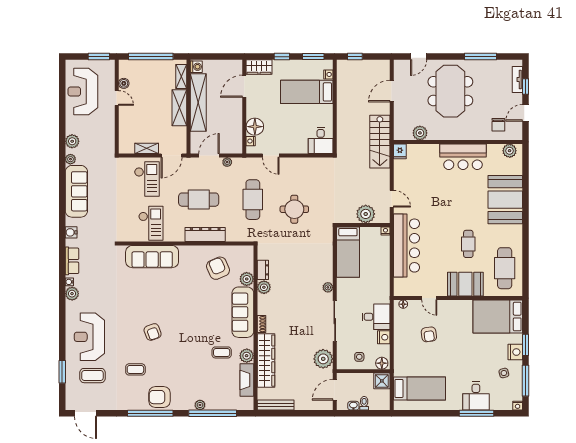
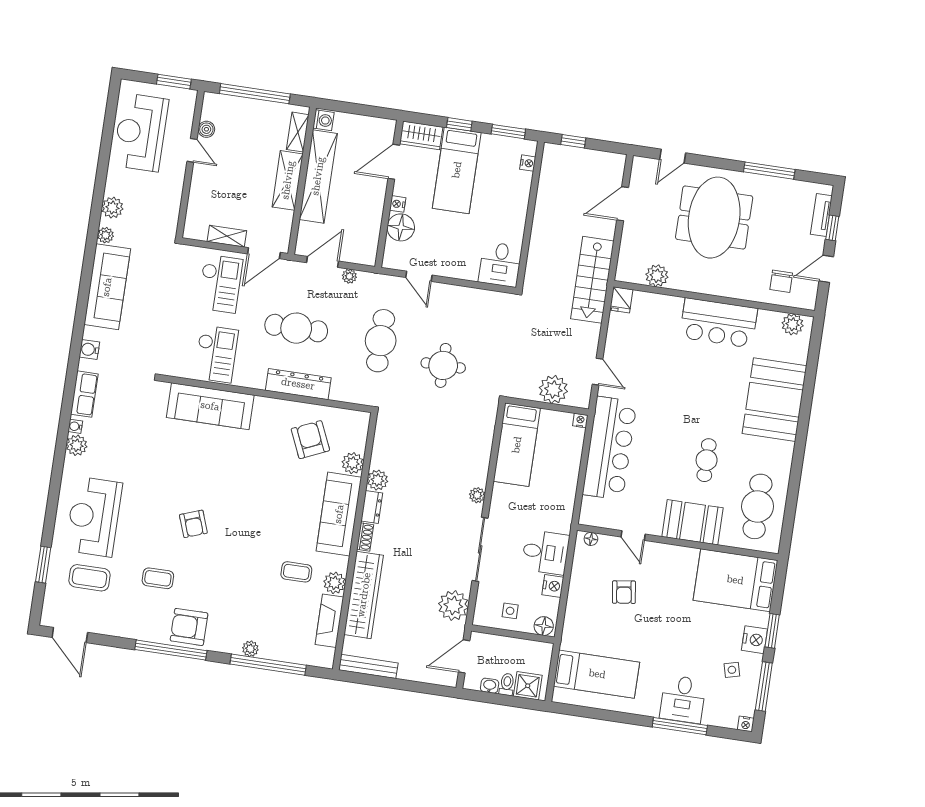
bed: (307, 92) -> (457, 170), moved, turned -90
nightstand: (251, 141) -> (398, 204), moved
dresser: (263, 270) -> (372, 507), moved
shower: (382, 381) -> (528, 686), moved

